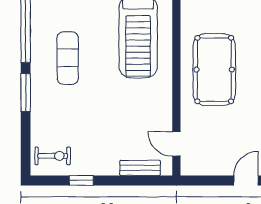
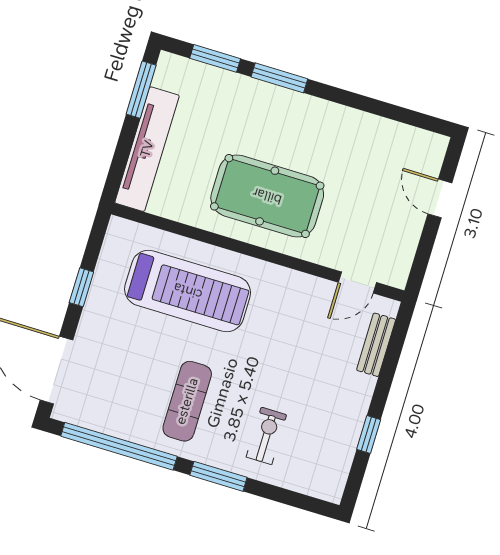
exercise mat: (68, 58) -> (187, 401), turned 90
exercise bike: (53, 156) -> (266, 436), moved

